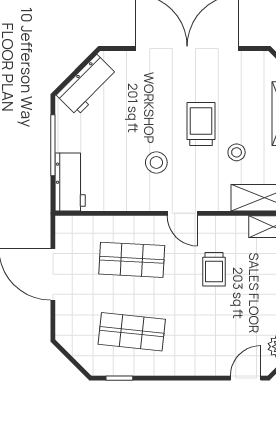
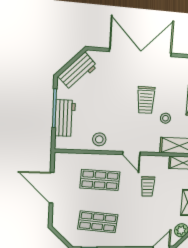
trolley: (201, 124) -> (146, 100), turned 180
stool: (156, 163) -> (99, 139), moved
workbench: (70, 182) -> (65, 118), moved

